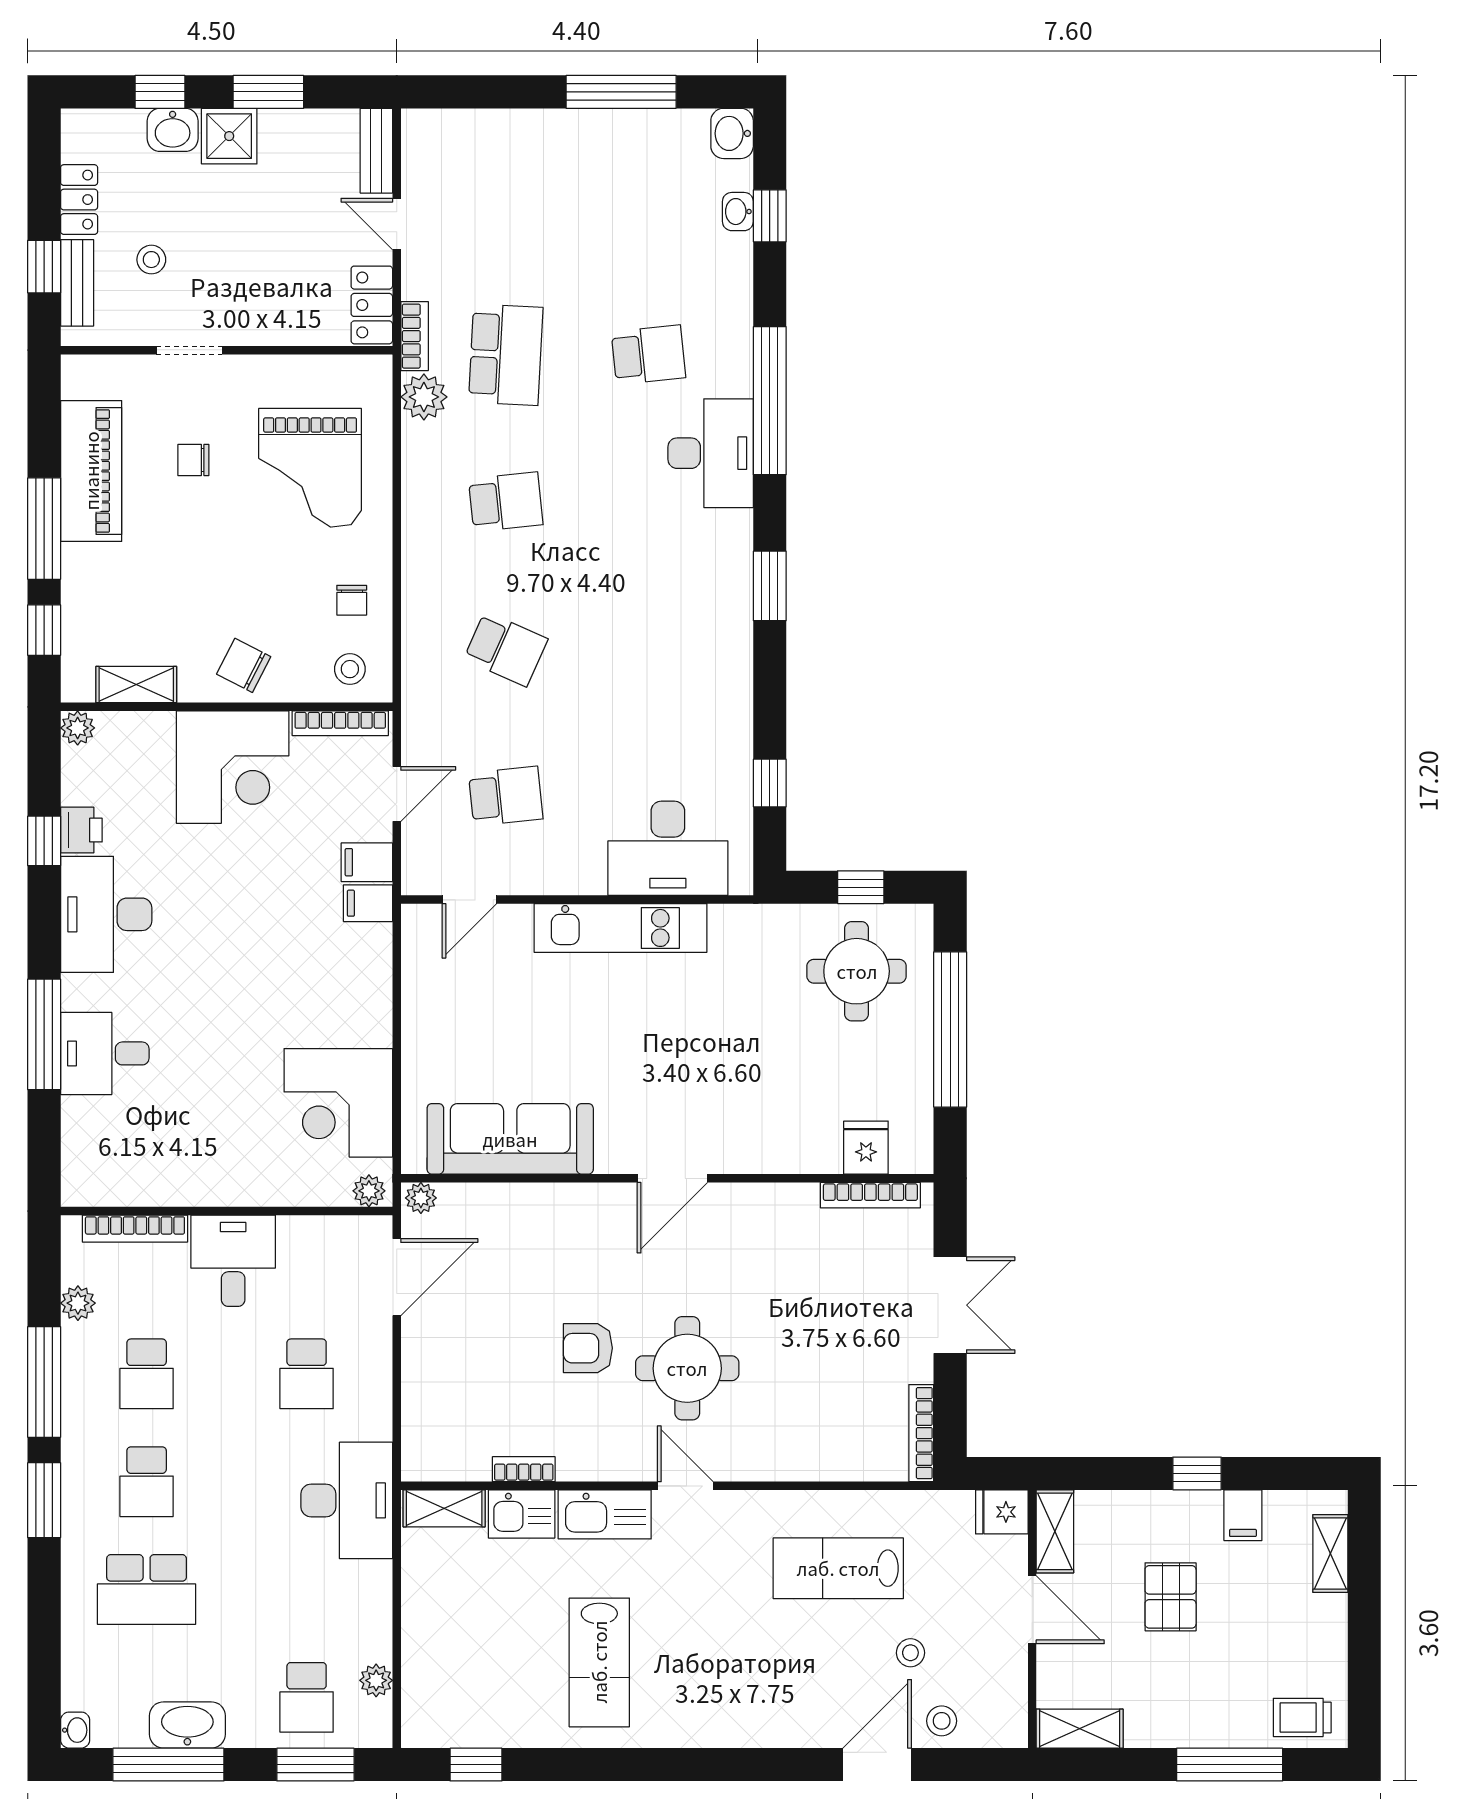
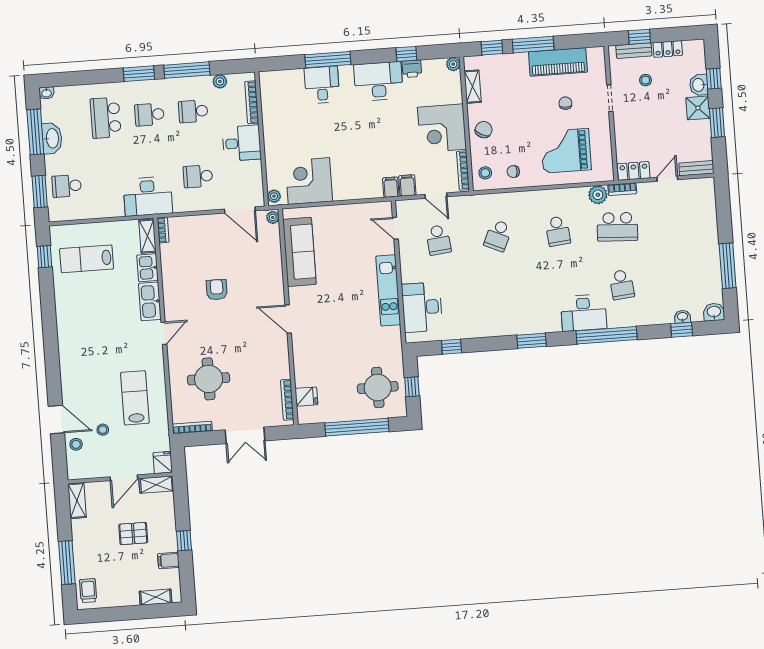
round table: (687, 1368) -> (209, 379), moved
bookcase: (524, 1469) -> (163, 230), moved
lab bench: (599, 1662) -> (87, 259), moved
plant: (376, 1680) -> (76, 214), removed

